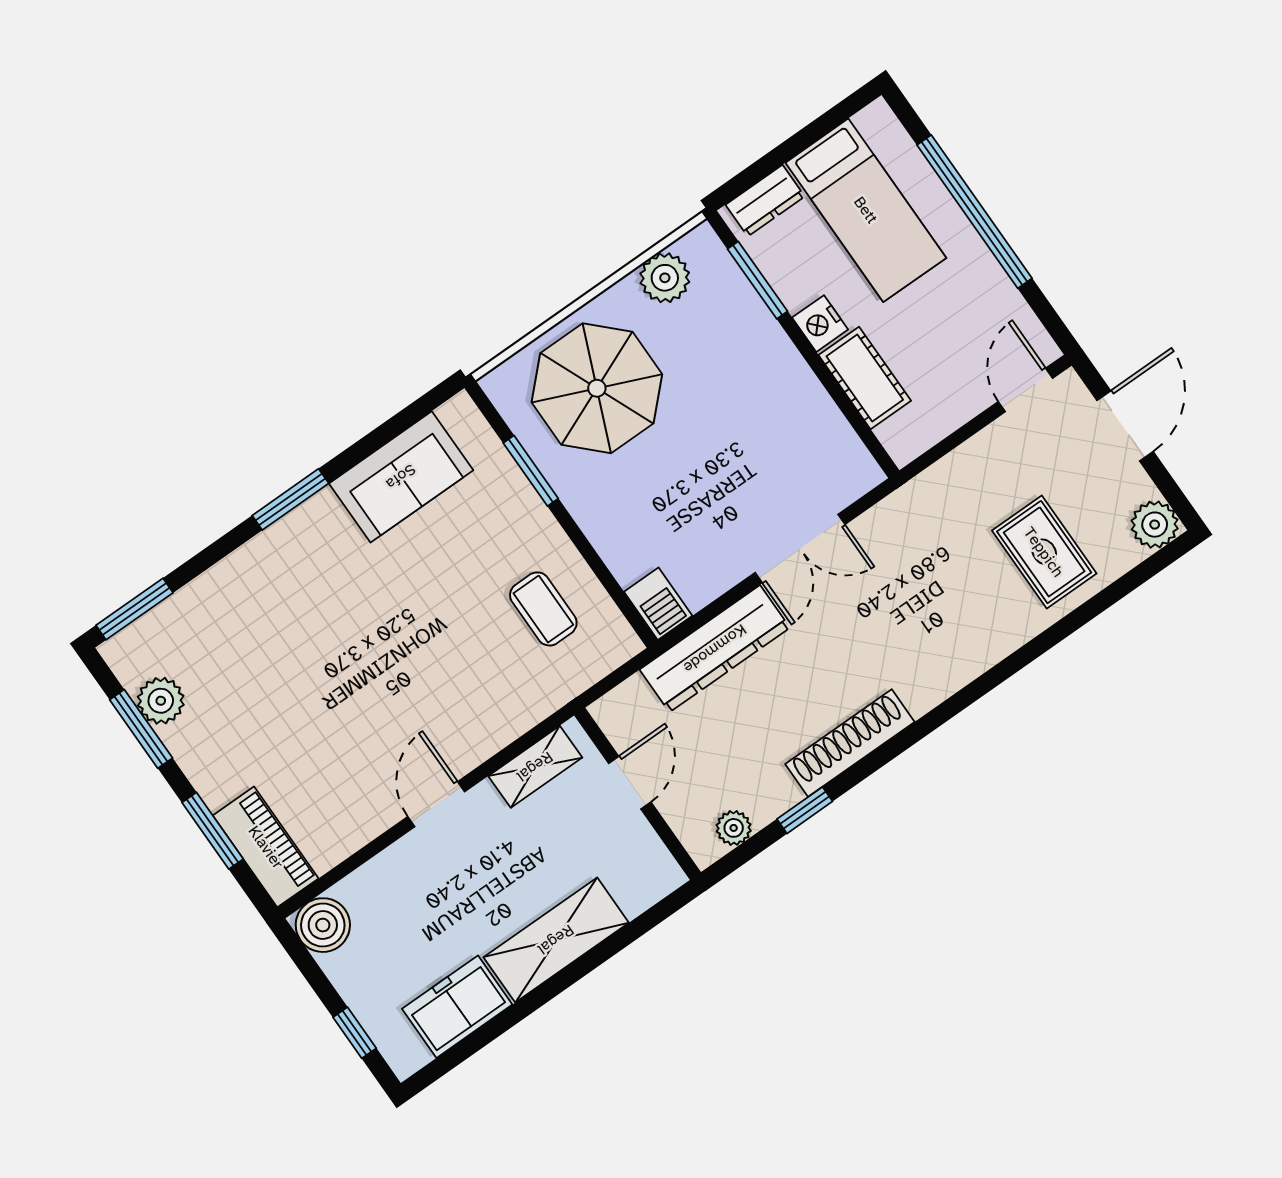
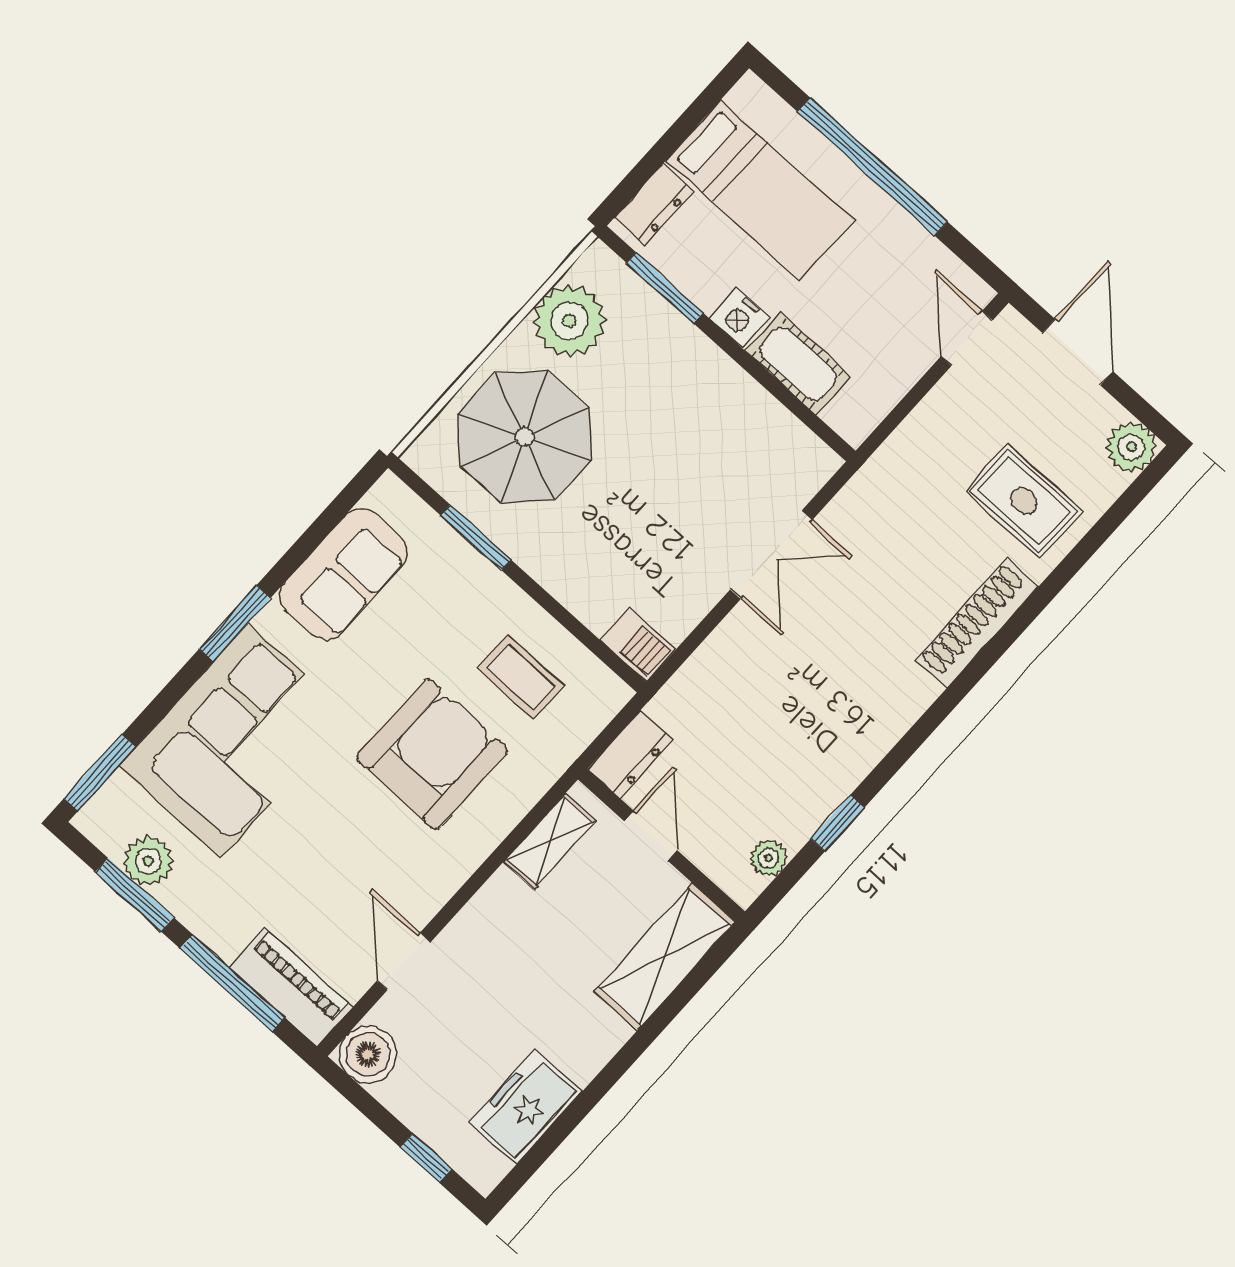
plant: (665, 278) -> (569, 321), width x1.36, depth x1.36
corner sofa: (265, 608) -> (234, 741), added
dresser: (715, 649) -> (630, 754), moved, width x0.51, depth x0.80
armchair: (445, 662) -> (432, 754), added
shoe rack: (850, 743) -> (977, 623), moved
door: (436, 804) -> (404, 961), moved
window: (213, 831) -> (232, 983), width x1.44
shelving: (556, 940) -> (665, 957), moved

